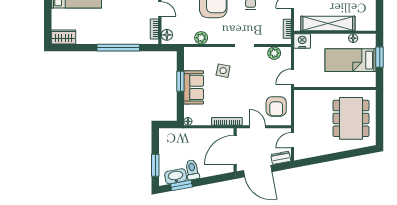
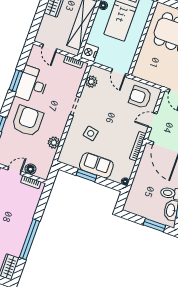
floor lamp: (167, 35) -> (30, 169), moved
window: (118, 48) -> (29, 239), moved
armchair: (276, 106) -> (140, 97), turned 180

